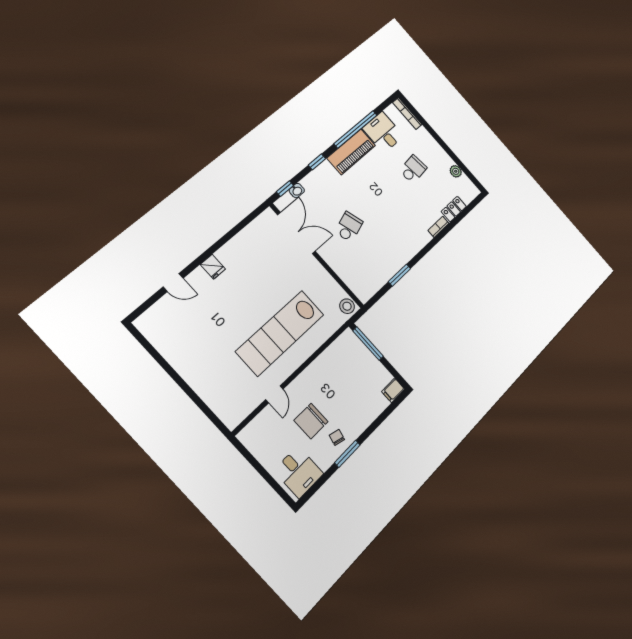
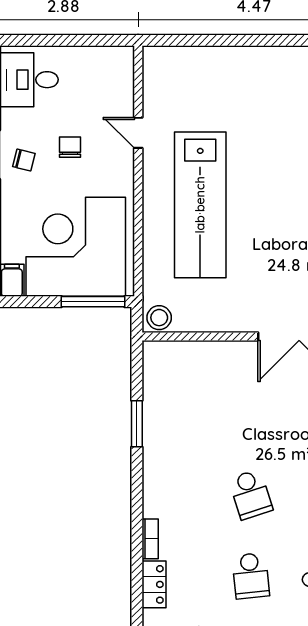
school desk: (349, 227) -> (251, 494), moved
lab bench: (280, 333) -> (200, 205), turned 180
corner desk: (352, 375) -> (76, 247), added
chair: (311, 421) -> (70, 147), width x0.54, depth x0.54

